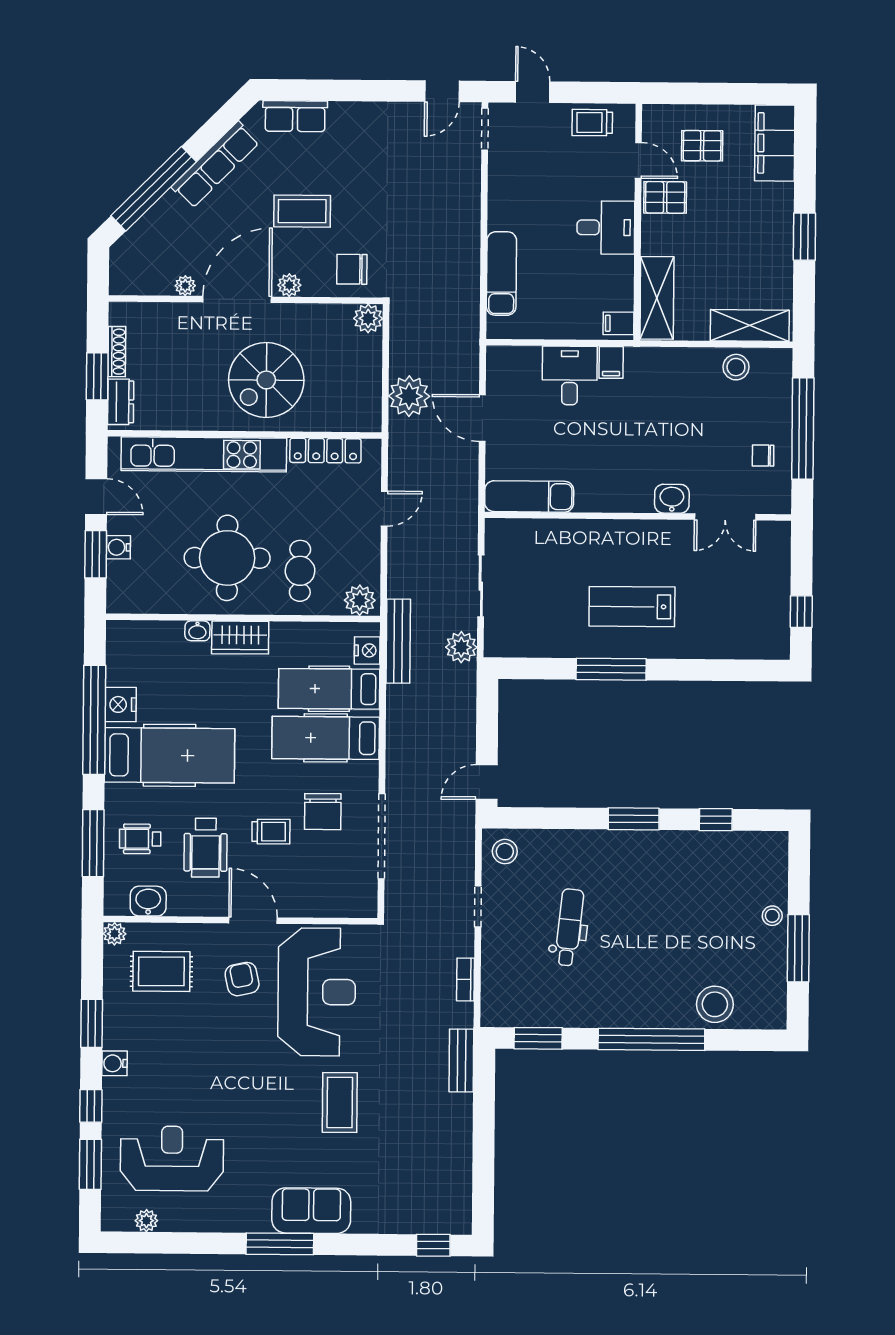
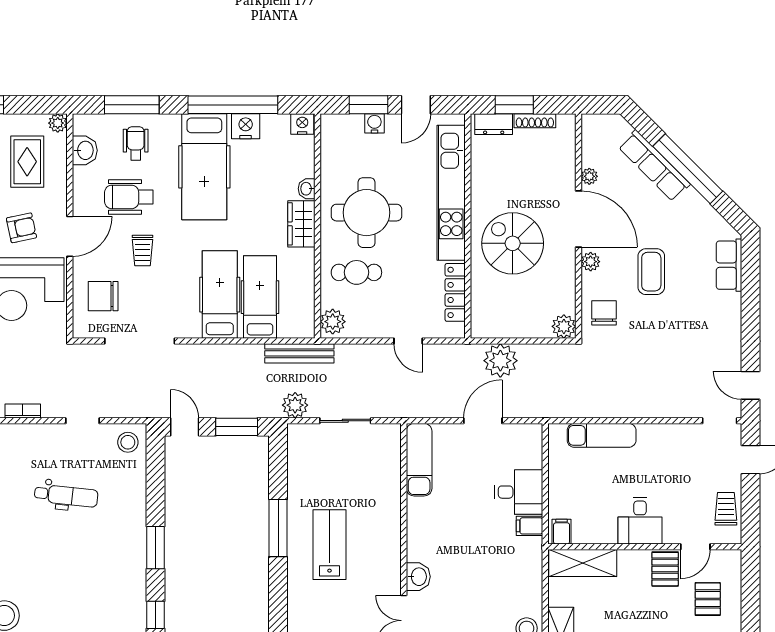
row of seats: (215, 165) -> (654, 166), moved
window: (154, 189) -> (688, 169), moved
nightstand: (367, 650) -> (302, 124), moved, turned 180
window: (487, 719) -> (237, 427), added
chair: (323, 812) -> (103, 296), moved

